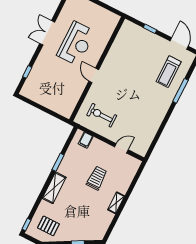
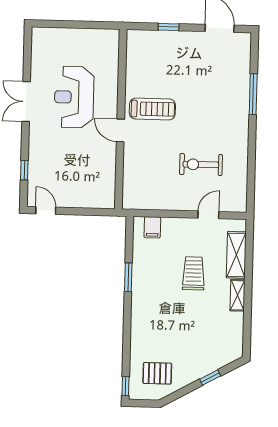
reception desk: (76, 43) -> (74, 97), turned 180
treadmill: (169, 72) -> (152, 109), moved, turned -90
door: (29, 101) -> (46, 211), added
exercise bike: (102, 115) -> (201, 165), moved
shelving: (54, 188) -> (236, 255), moved

